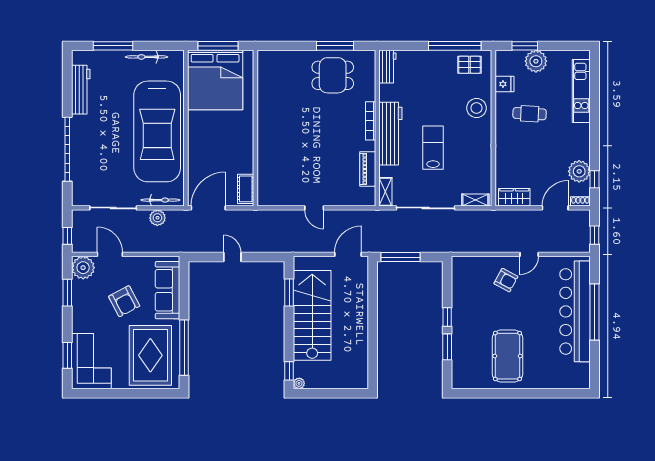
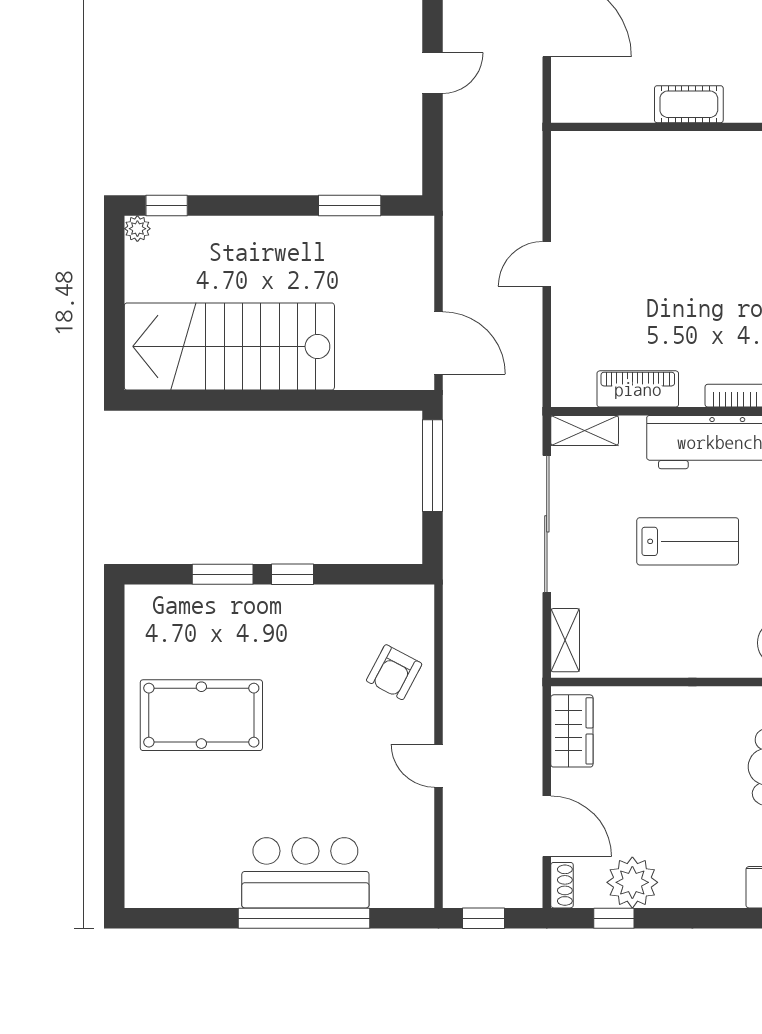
cot: (246, 189) -> (689, 104), moved
armchair: (506, 280) -> (394, 672), moved
bar counter: (575, 311) -> (305, 873), width x0.54
stairs: (312, 315) -> (229, 346), moved, turned 180

